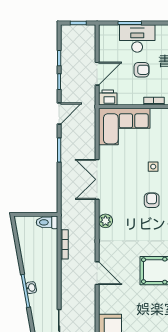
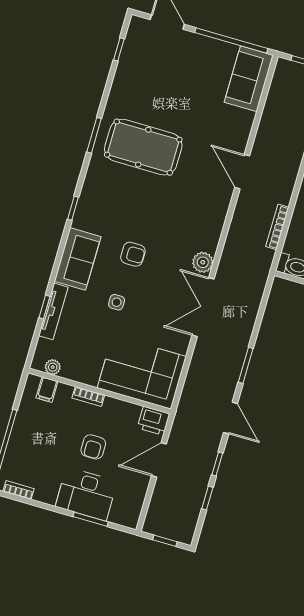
armchair: (141, 70) -> (93, 447), turned -90
door: (59, 114) -> (231, 418), swing flipped
double door: (97, 179) -> (203, 307), swing flipped
armchair: (152, 200) -> (133, 254), turned -90
plant: (105, 221) -> (203, 262), moved

